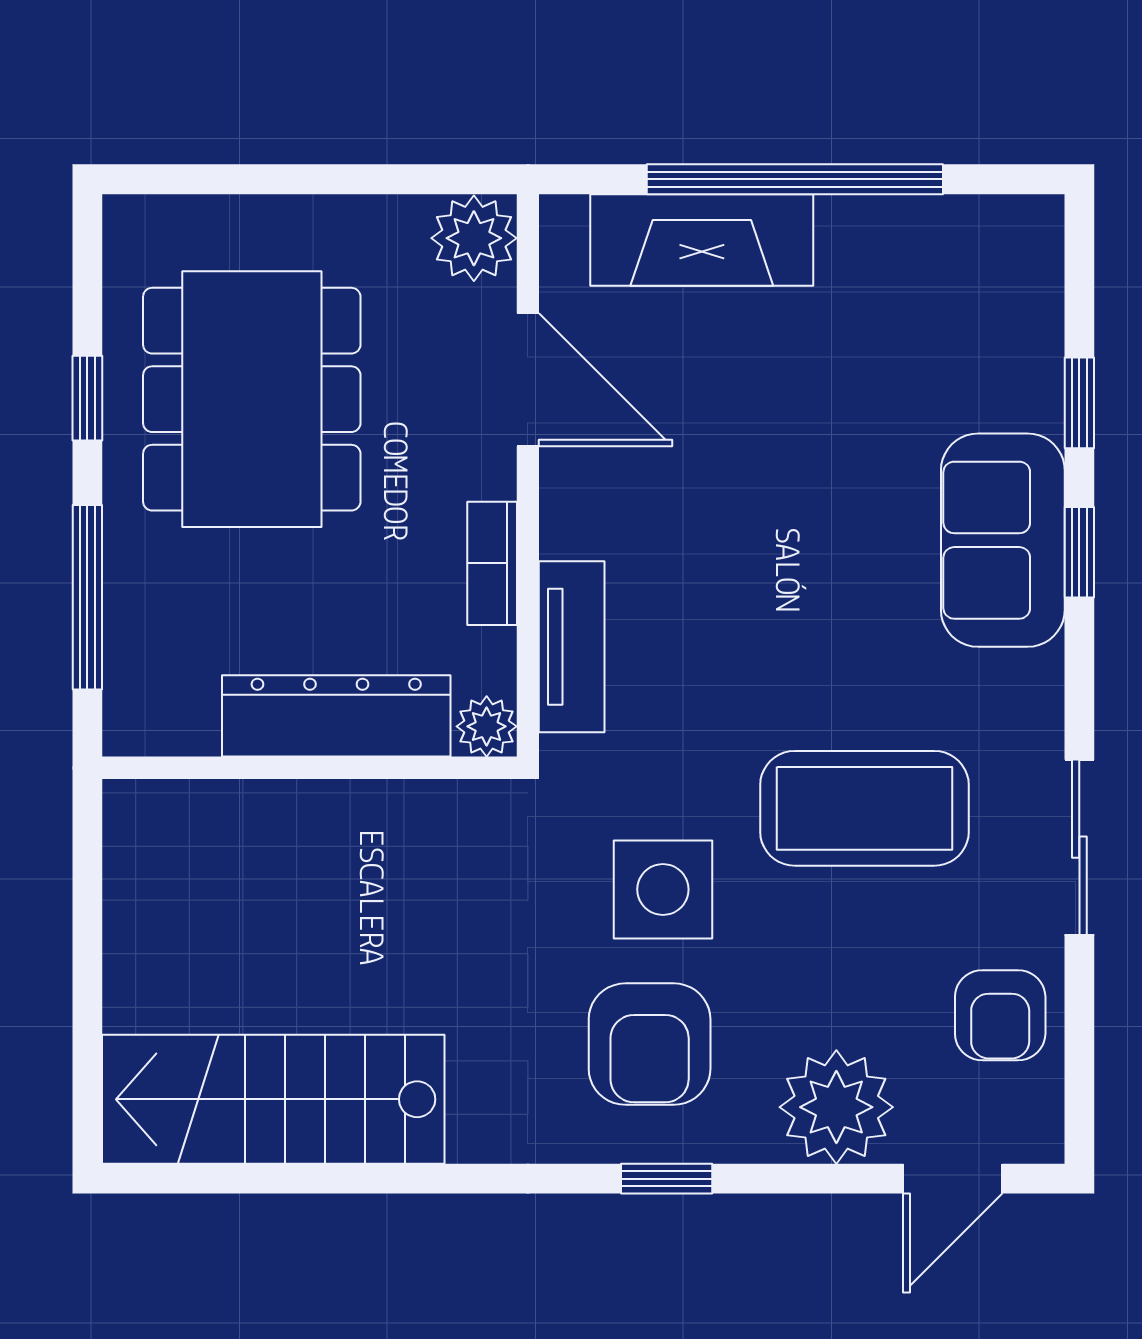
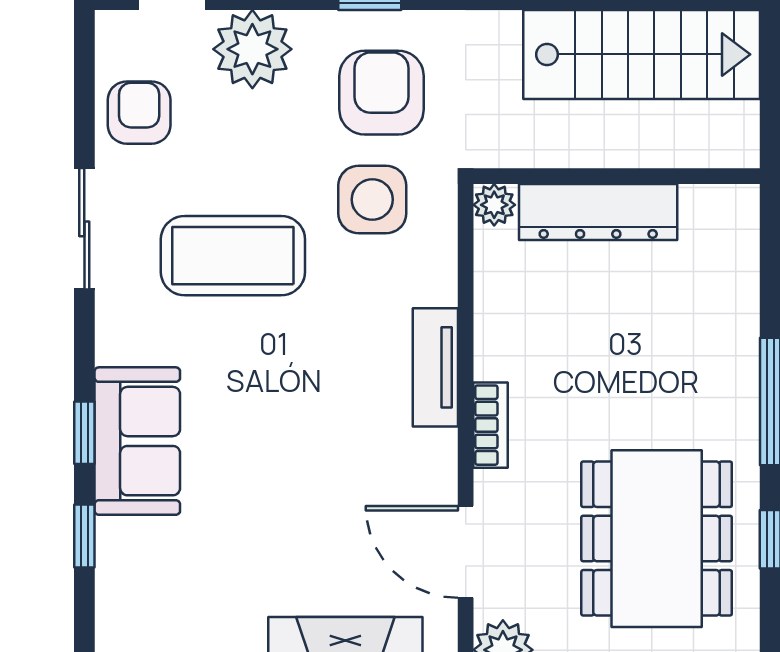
dresser: (336, 716) -> (598, 212), moved
plant: (487, 726) -> (494, 205), moved
wall: (309, 768) -> (617, 176), moved

